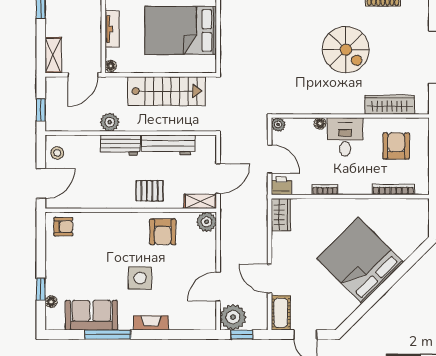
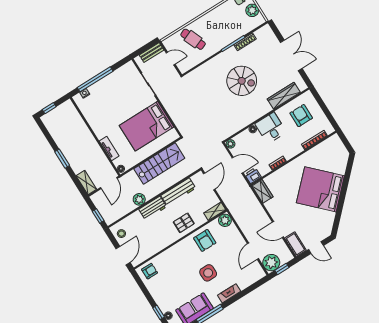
door: (218, 179) -> (209, 181), moved

